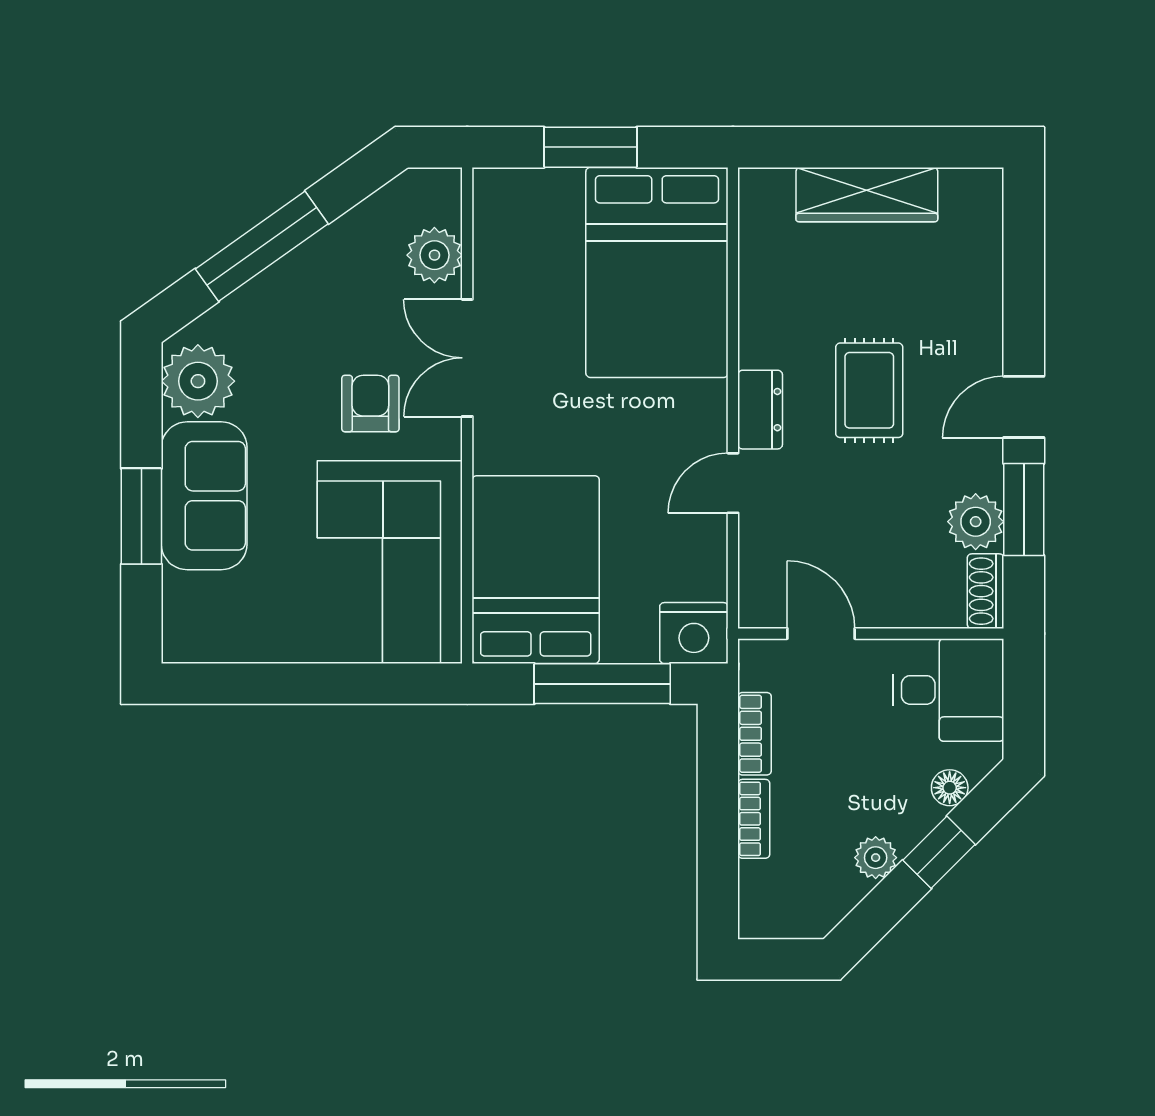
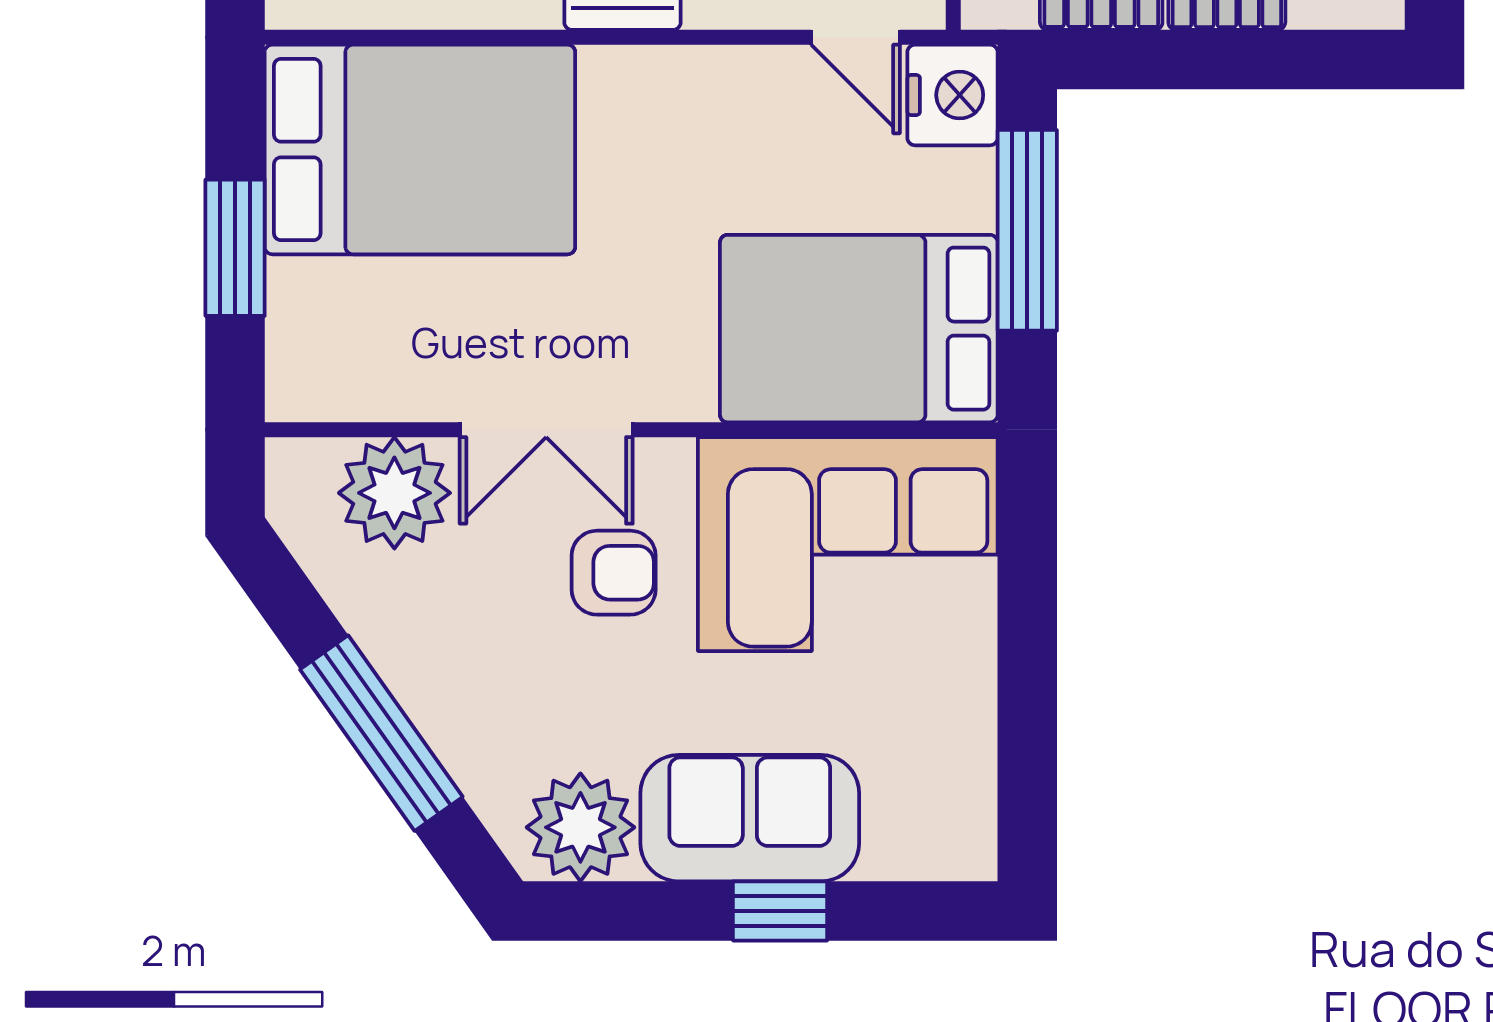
plant: (434, 255) -> (394, 493), width x1.36, depth x1.36
armchair: (370, 404) -> (614, 573), turned 180
door: (733, 483) -> (856, 37), moved
window: (141, 516) -> (780, 911), width x0.67

